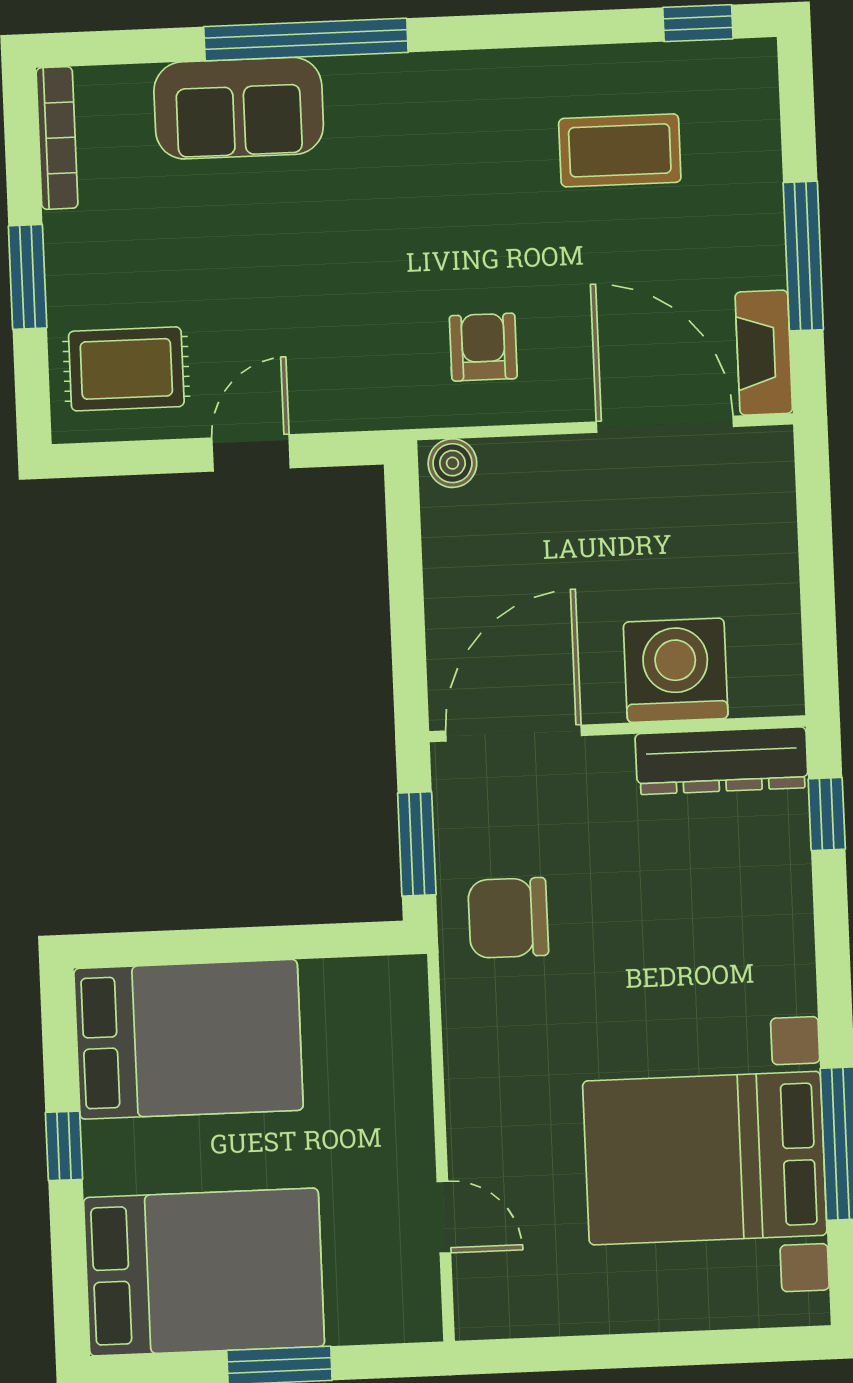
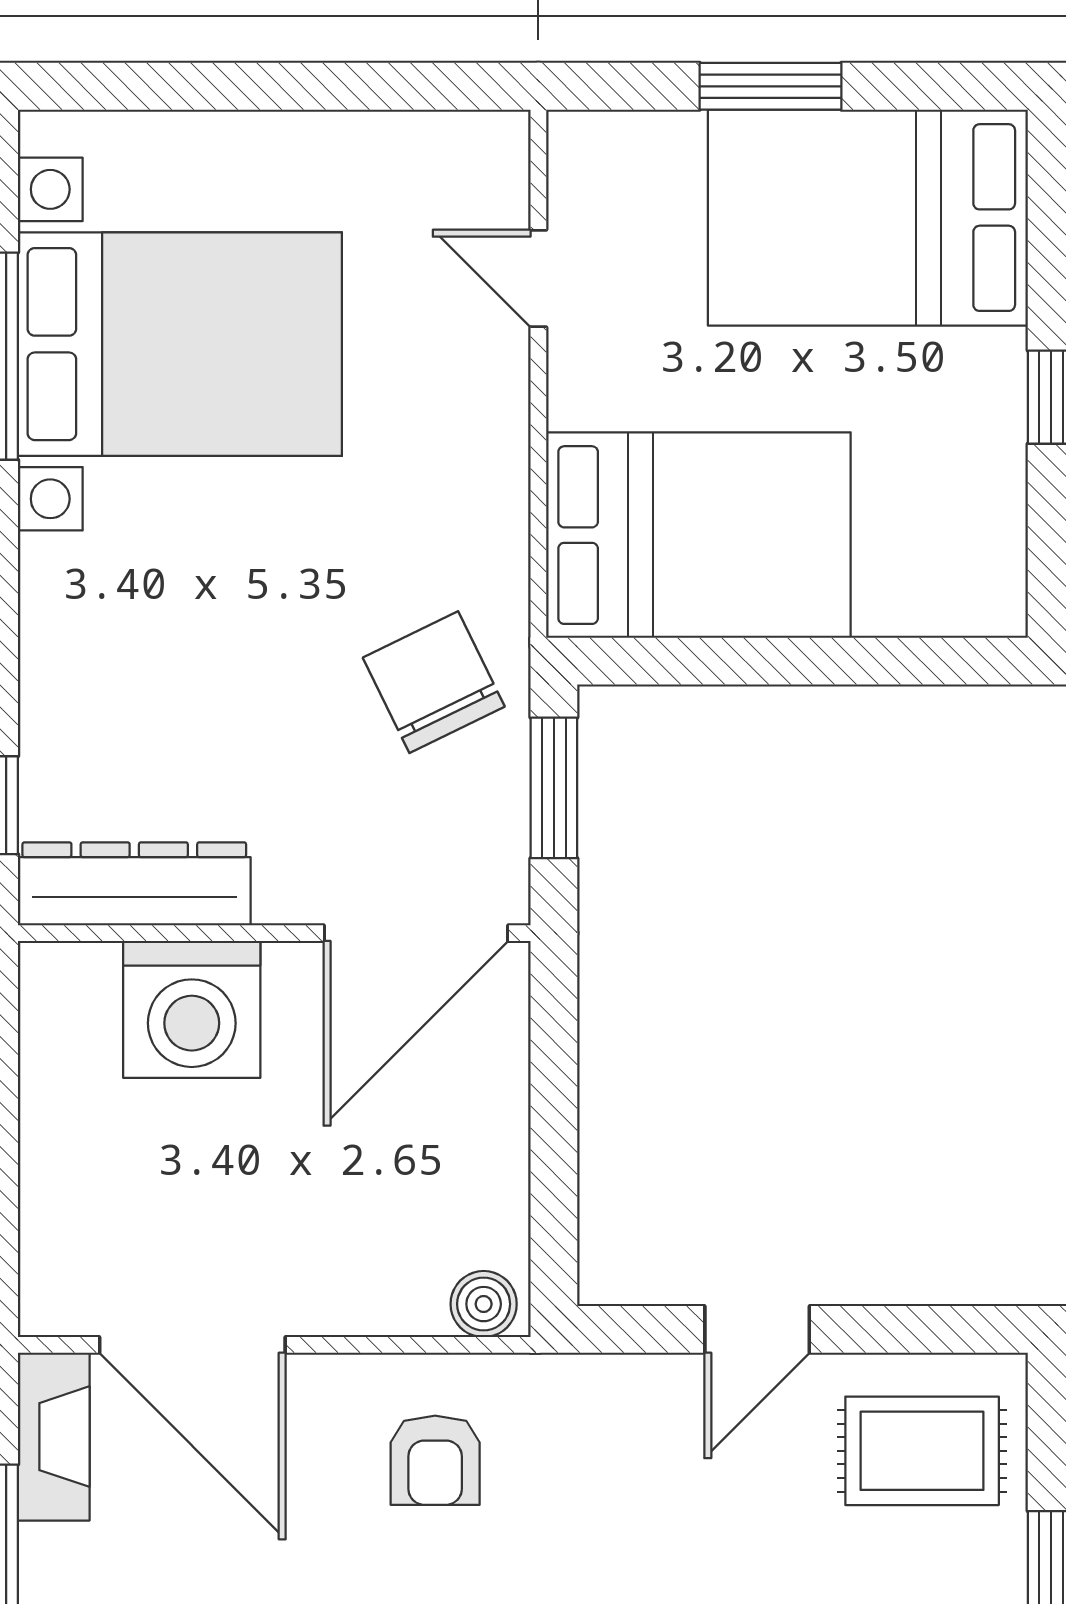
chair: (508, 918) -> (434, 682), turned -116
bed: (189, 1039) -> (698, 535), moved, turned 180

